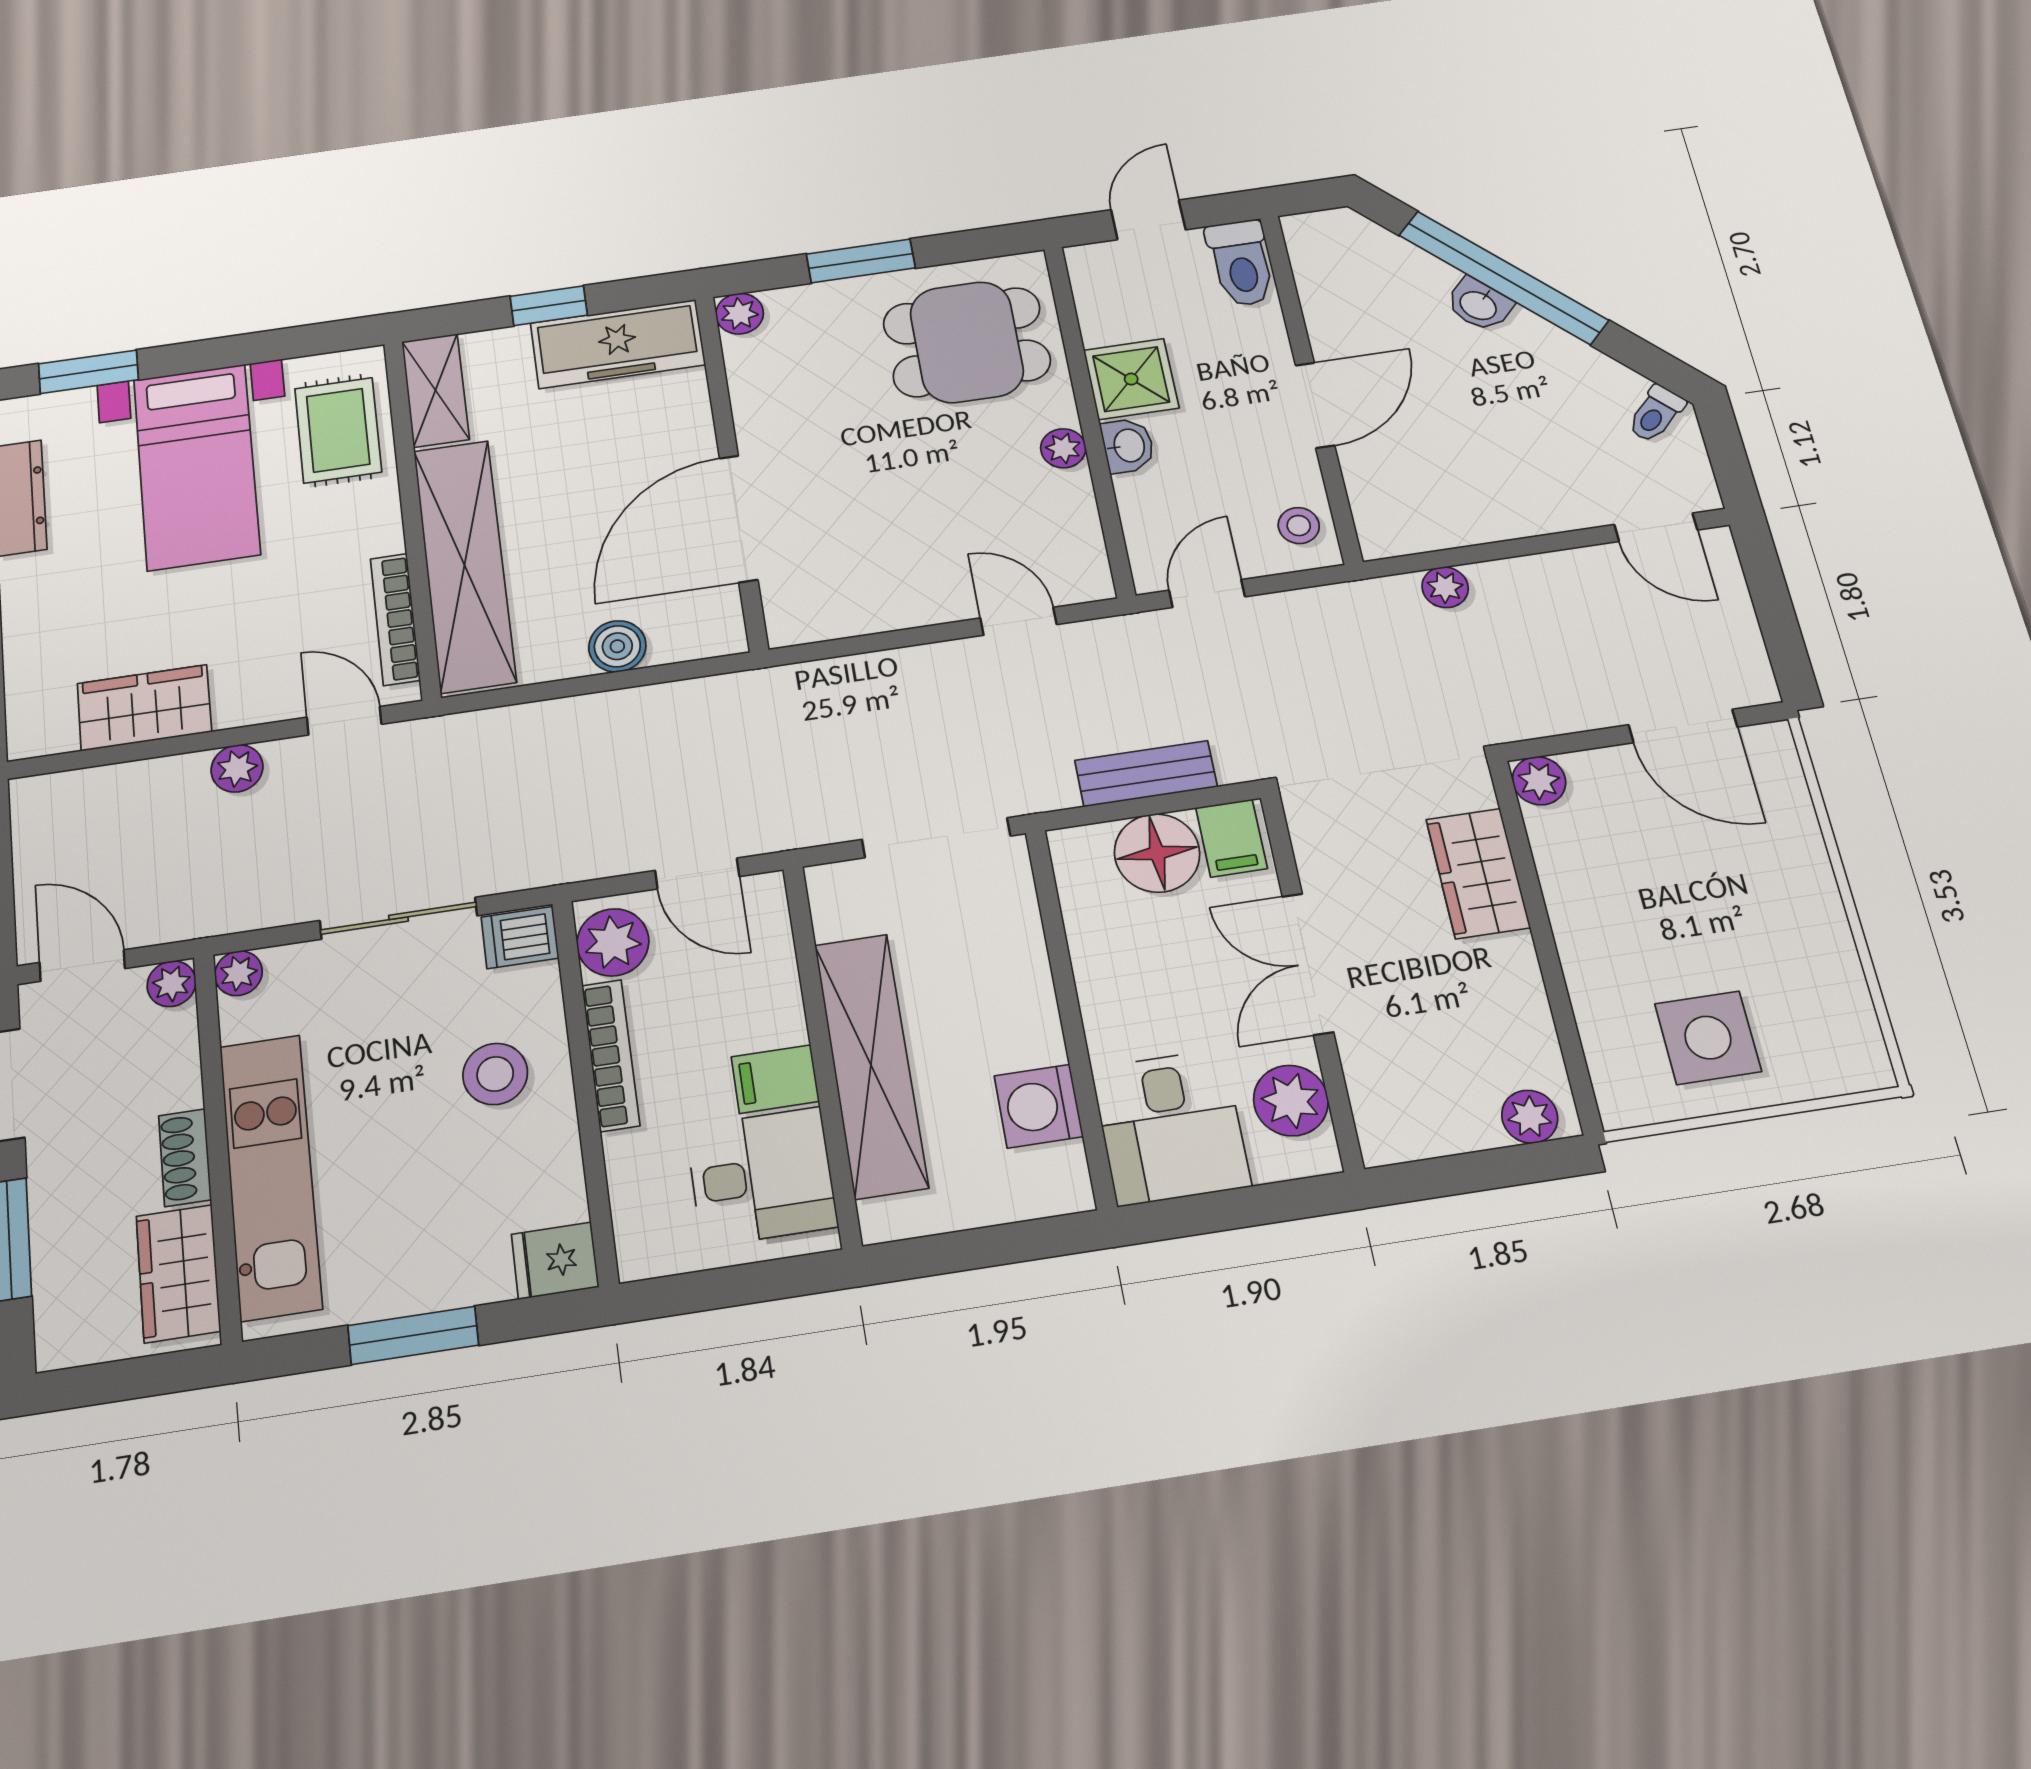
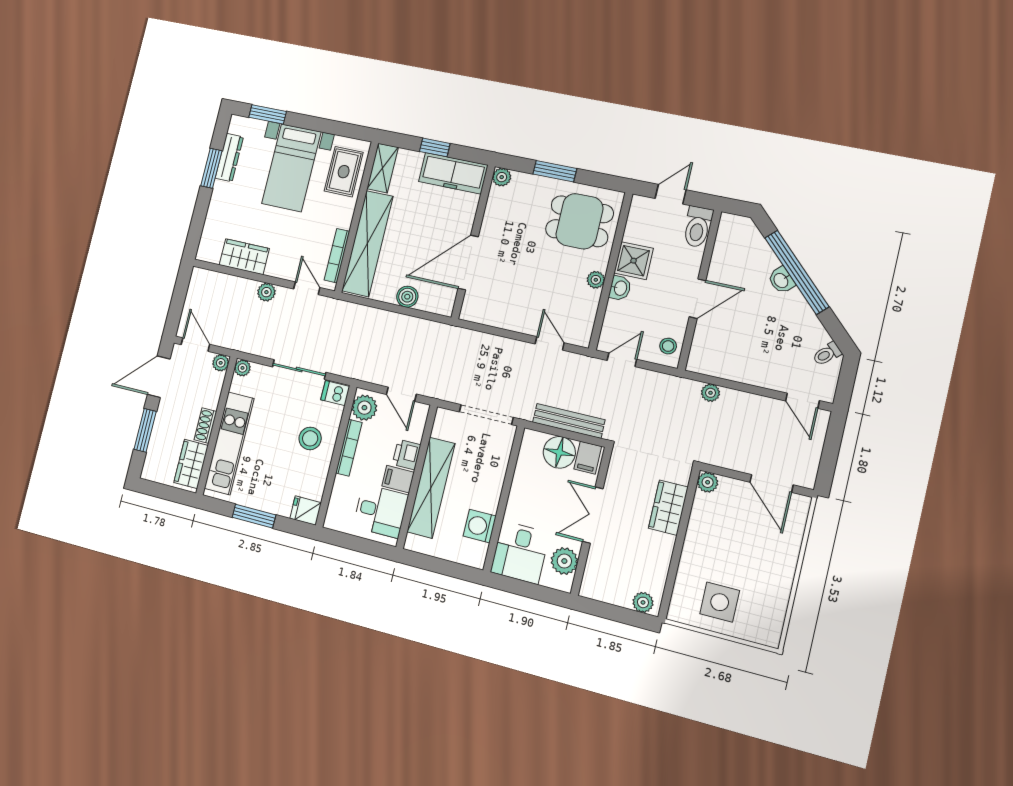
bench: (1146, 774) -> (569, 421), width x1.36
printer: (772, 1011) -> (406, 455), added

